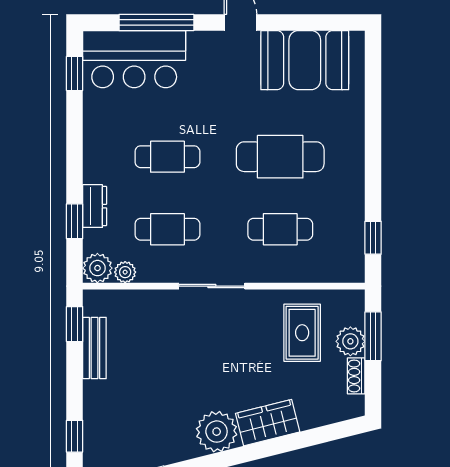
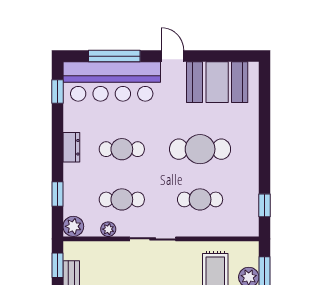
bar counter: (134, 59) -> (112, 82), width x1.36
dresser: (95, 206) -> (71, 147), moved
plant: (125, 272) -> (108, 229), moved

